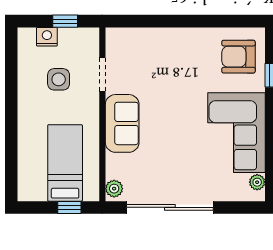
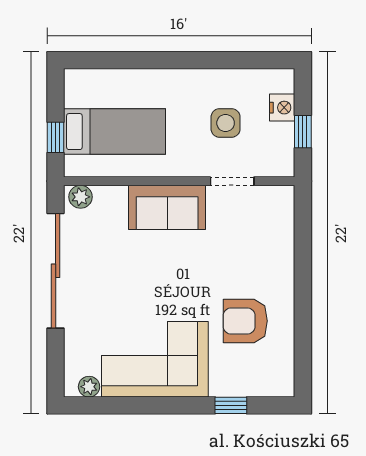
armchair: (238, 57) -> (245, 321), moved, turned -90

